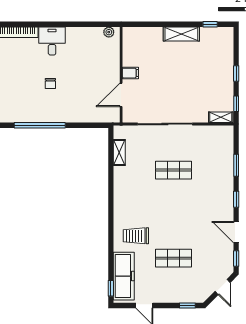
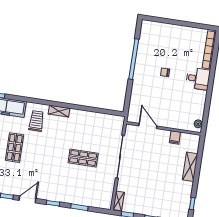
shelving: (181, 34) -> (190, 167), moved
filing cabinet: (130, 73) -> (175, 137), moved
shelving: (119, 153) -> (59, 111), moved
shop shelf: (174, 170) -> (83, 158), turned 90

